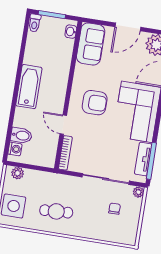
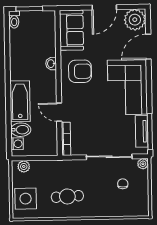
washbasin: (71, 32) -> (51, 64), moved
bathtub: (29, 87) -> (20, 101), moved
armchair: (95, 103) -> (80, 71), moved

